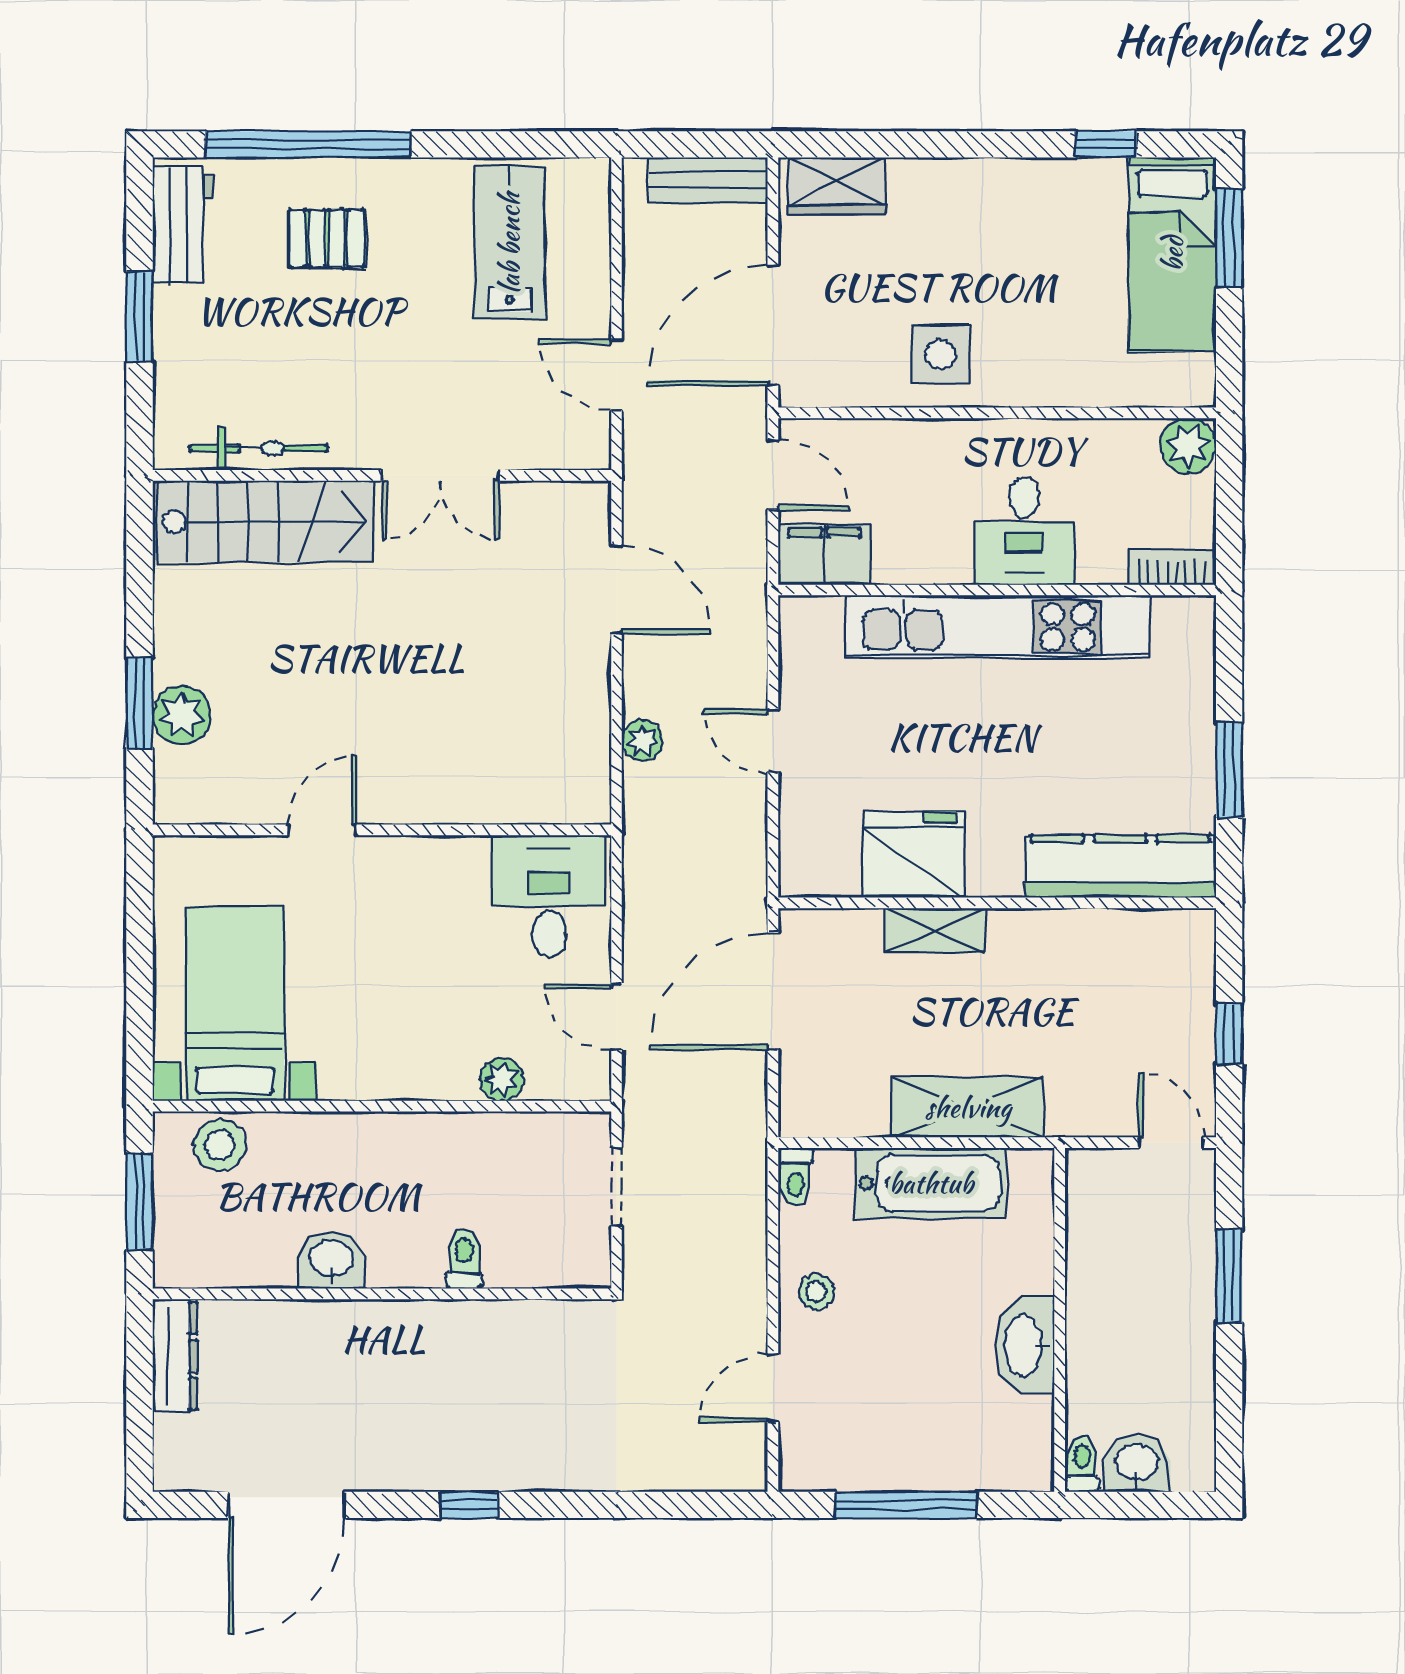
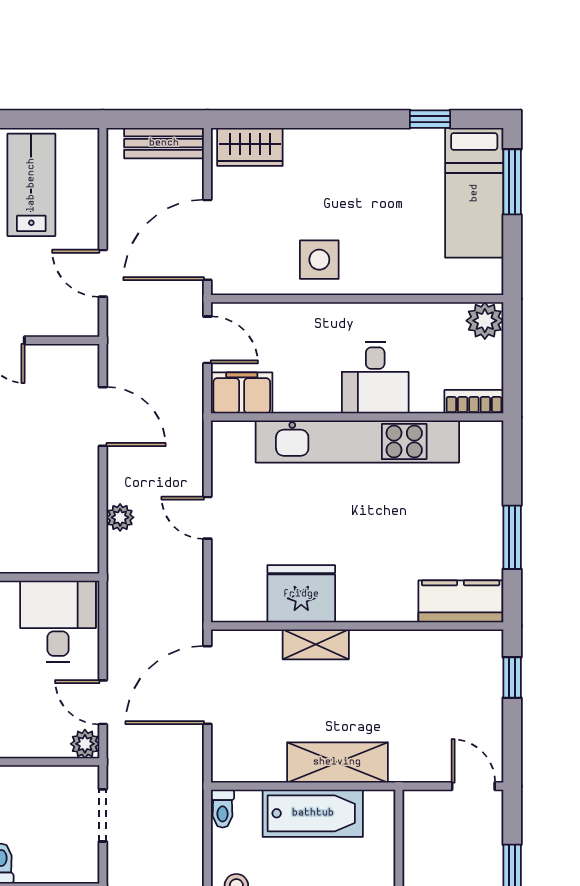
kitchen counter: (1120, 866) -> (461, 601), width x0.67
window: (1229, 1034) -> (512, 677), moved
plant: (502, 1079) -> (85, 744), moved

